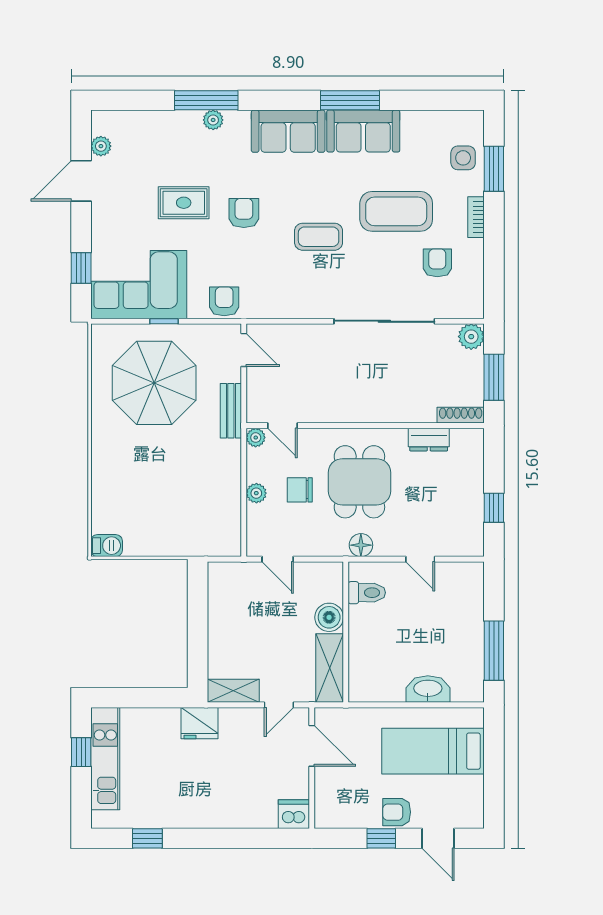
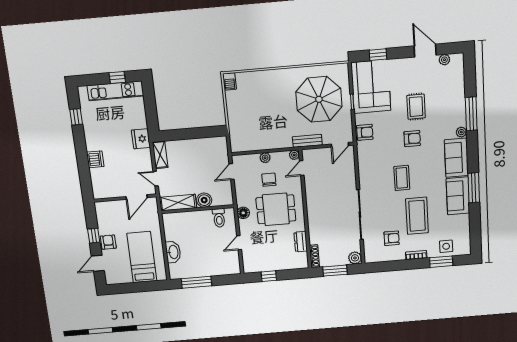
plant: (213, 120) -> (461, 132), moved
dishwasher: (294, 814) -> (95, 159), moved

